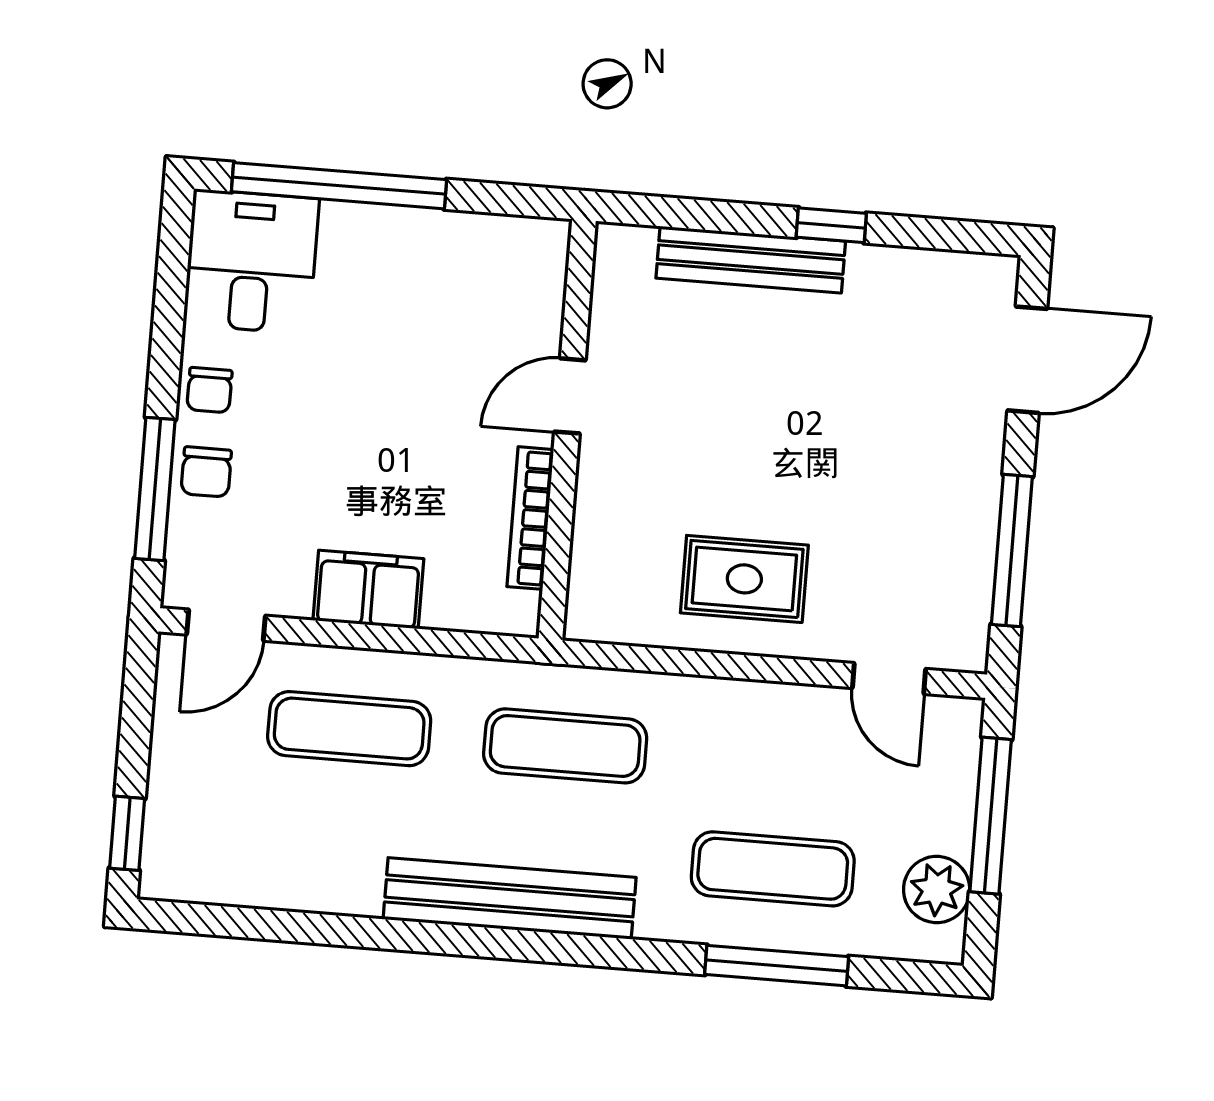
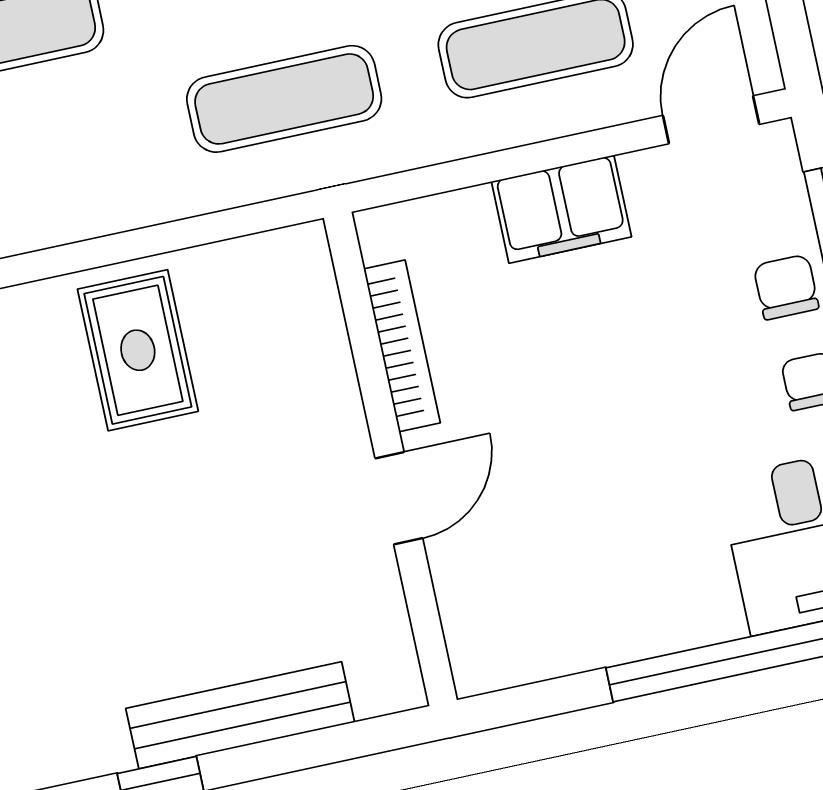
rug: (744, 579) -> (138, 350), turned 90

